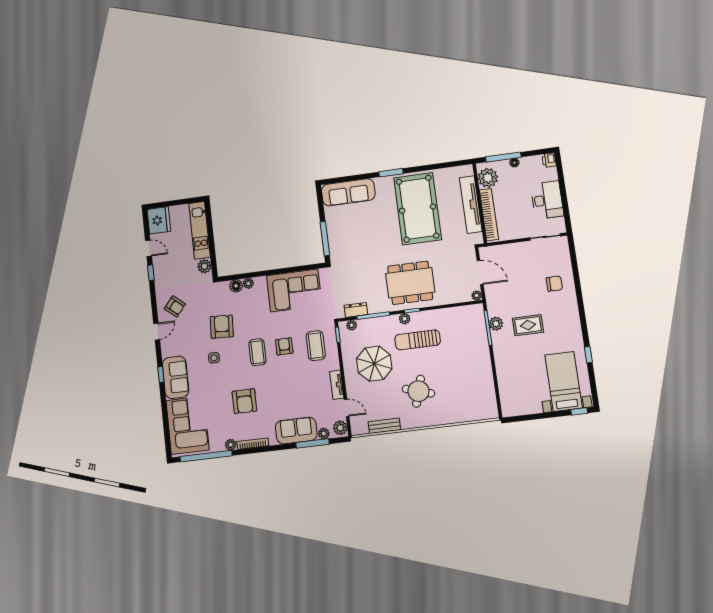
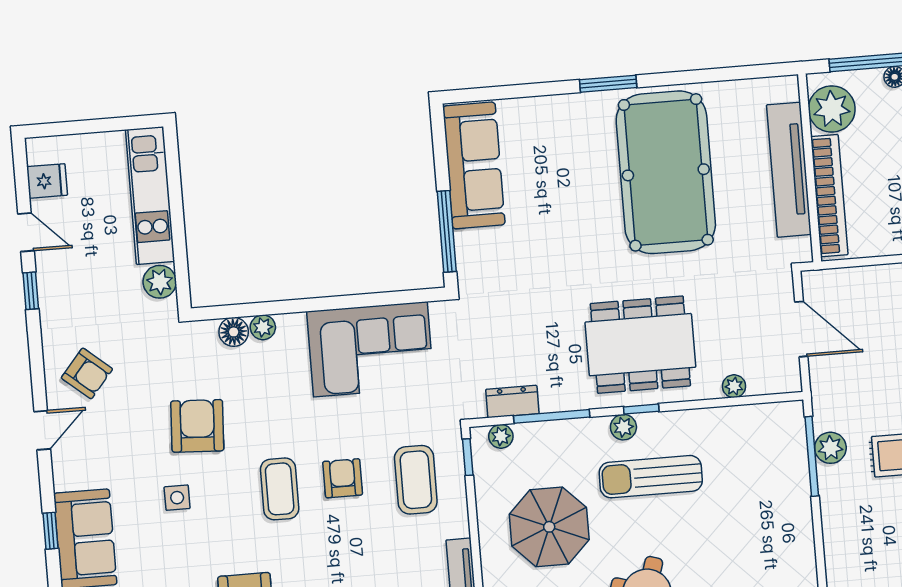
sofa: (348, 192) -> (474, 165), moved, turned -90
fridge: (159, 220) -> (47, 181), width x0.53, depth x0.75
plant: (477, 296) -> (734, 386), moved

